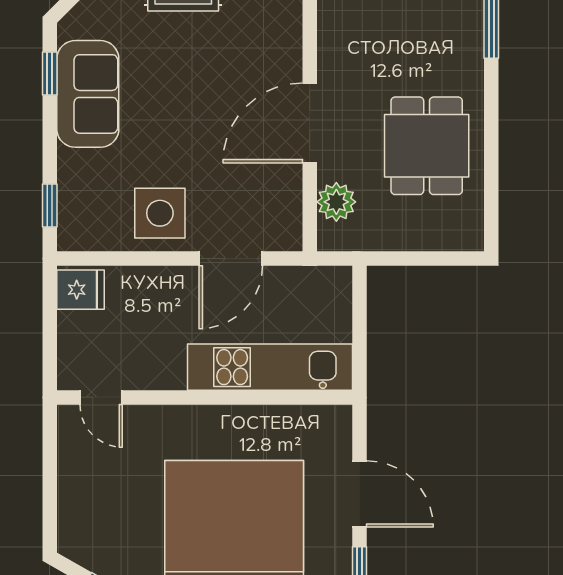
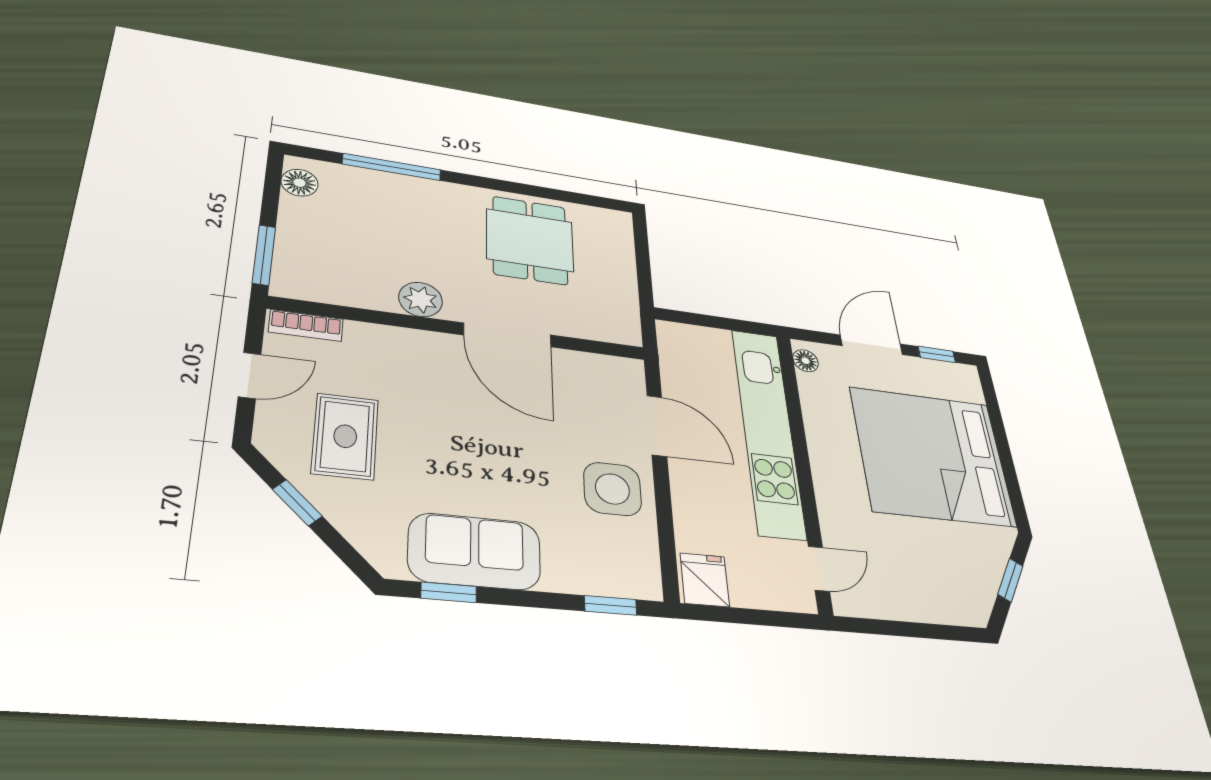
dining table: (427, 146) -> (530, 240), turned 90
plant: (336, 202) -> (421, 299), moved
kitchen unit: (270, 367) -> (768, 431), width x1.36
floor lamp: (328, 418) -> (806, 361), added

